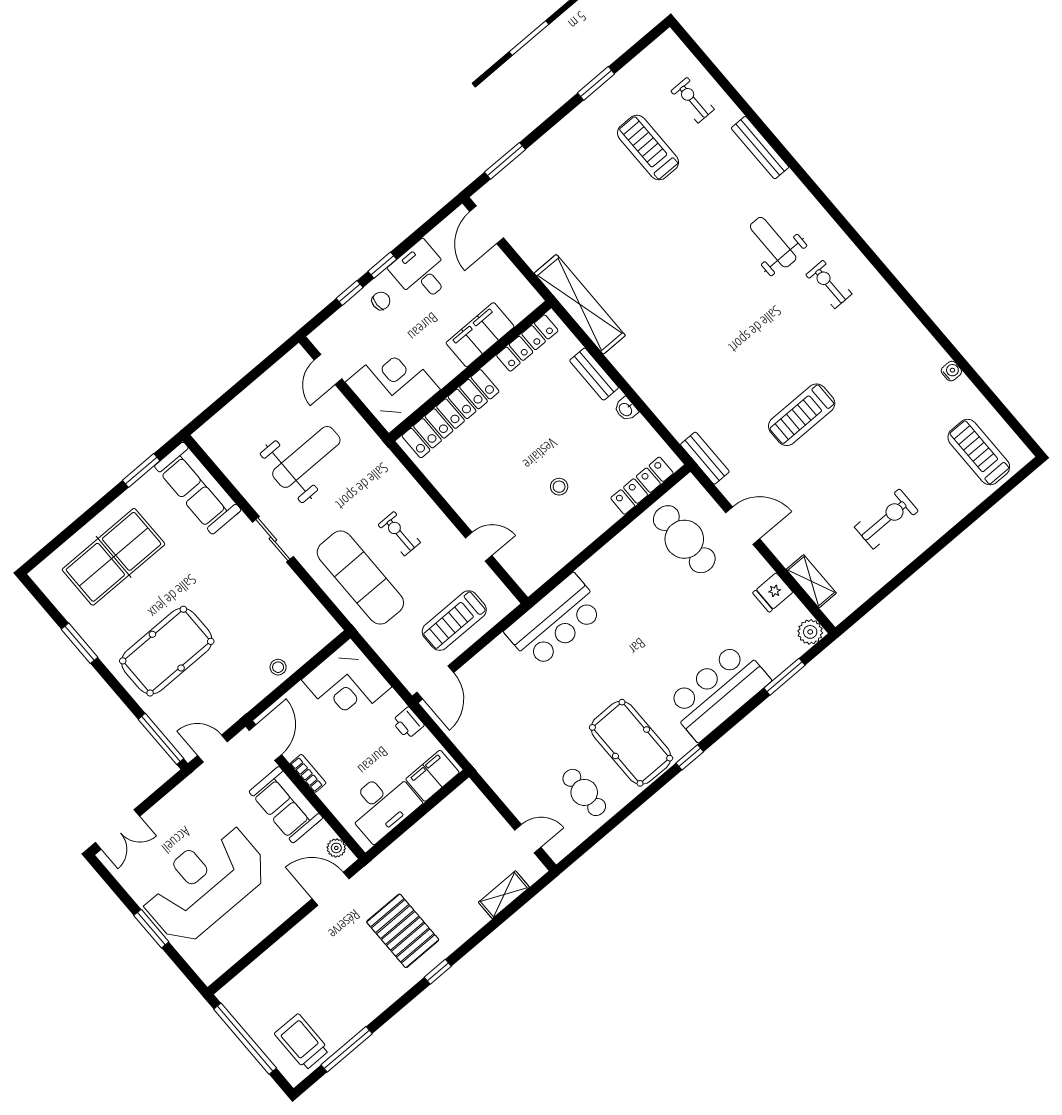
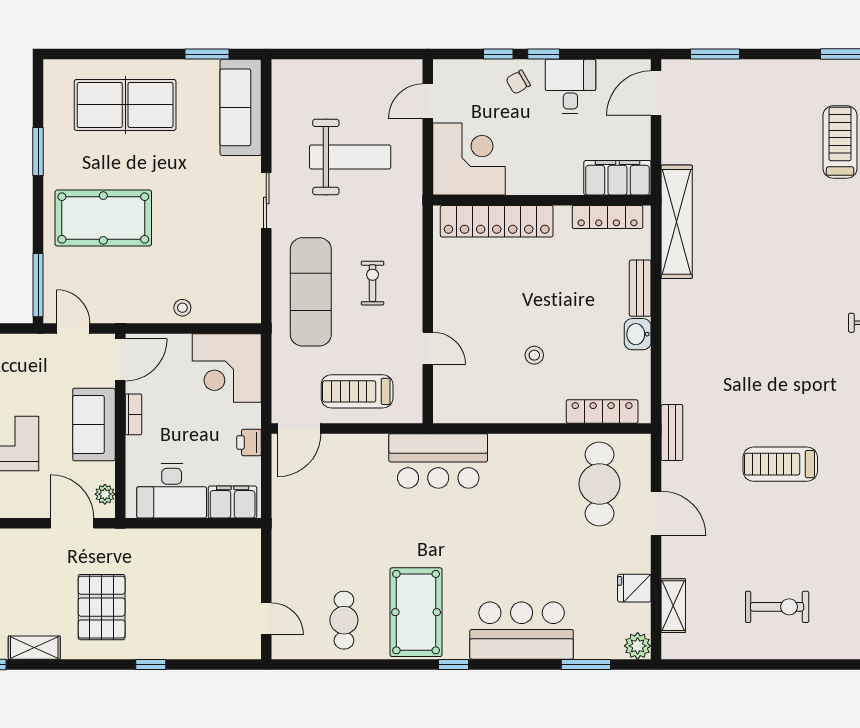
chair: (381, 301) -> (518, 82), turned 150
filing cabinet: (480, 335) -> (617, 178), moved
washbasin: (626, 409) -> (638, 334), width x1.38, depth x1.45
shelving: (504, 895) -> (34, 648), moved
window: (438, 972) -> (151, 664), moved

